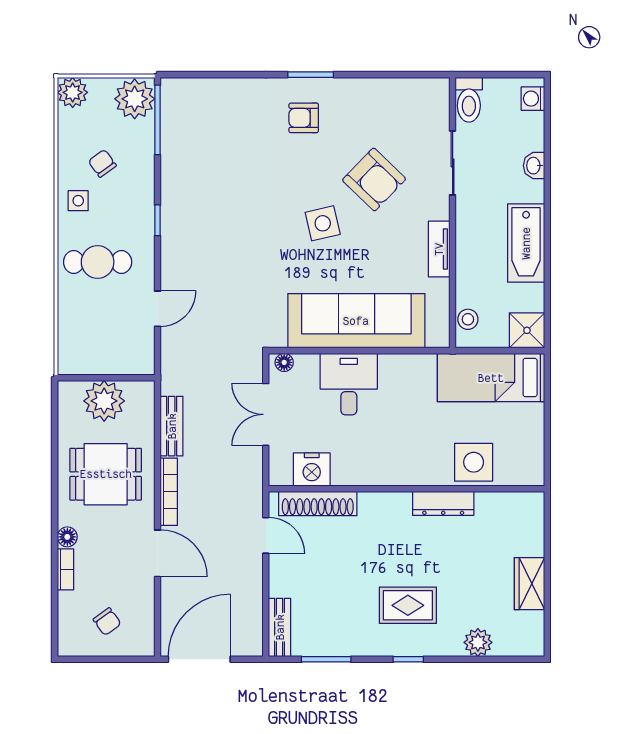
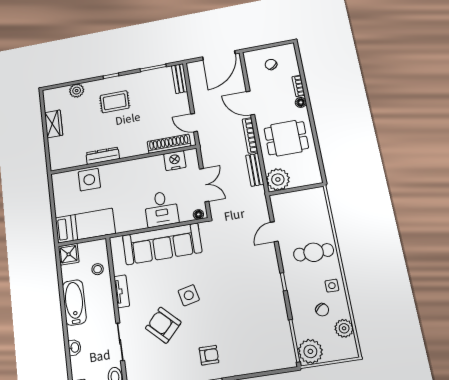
plant: (73, 92) -> (344, 328), moved
stool: (468, 319) -> (98, 269), moved
plant: (104, 401) -> (278, 179), moved

